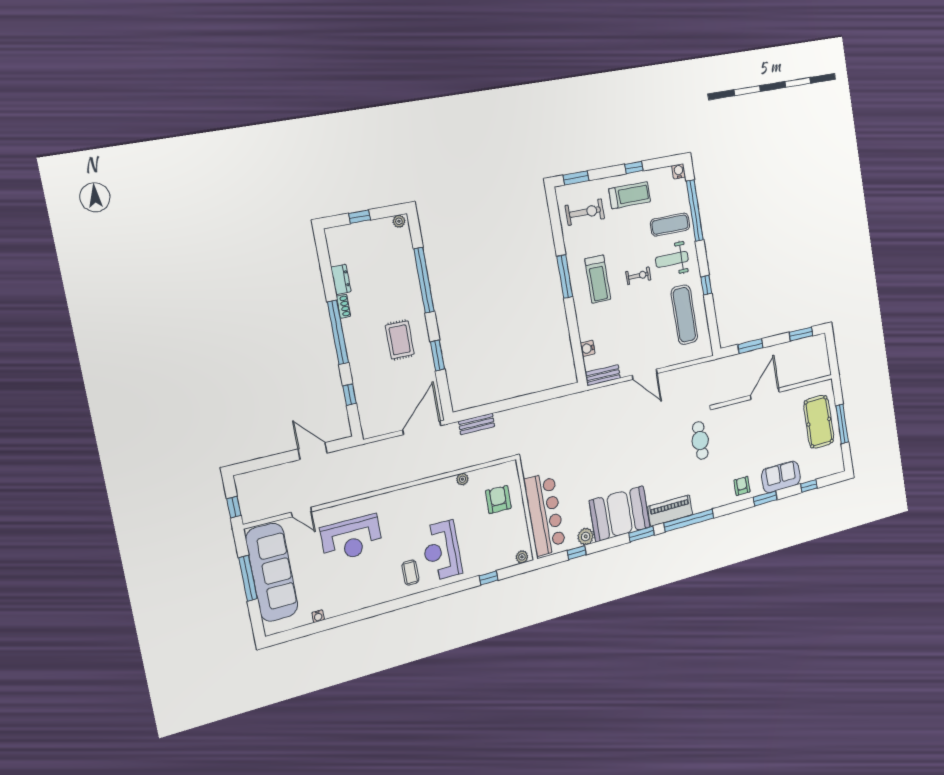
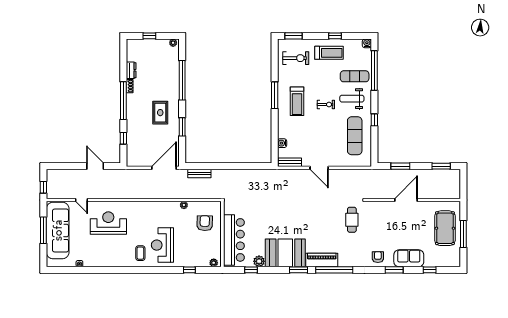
reception desk: (352, 538) -> (108, 223), turned 180

